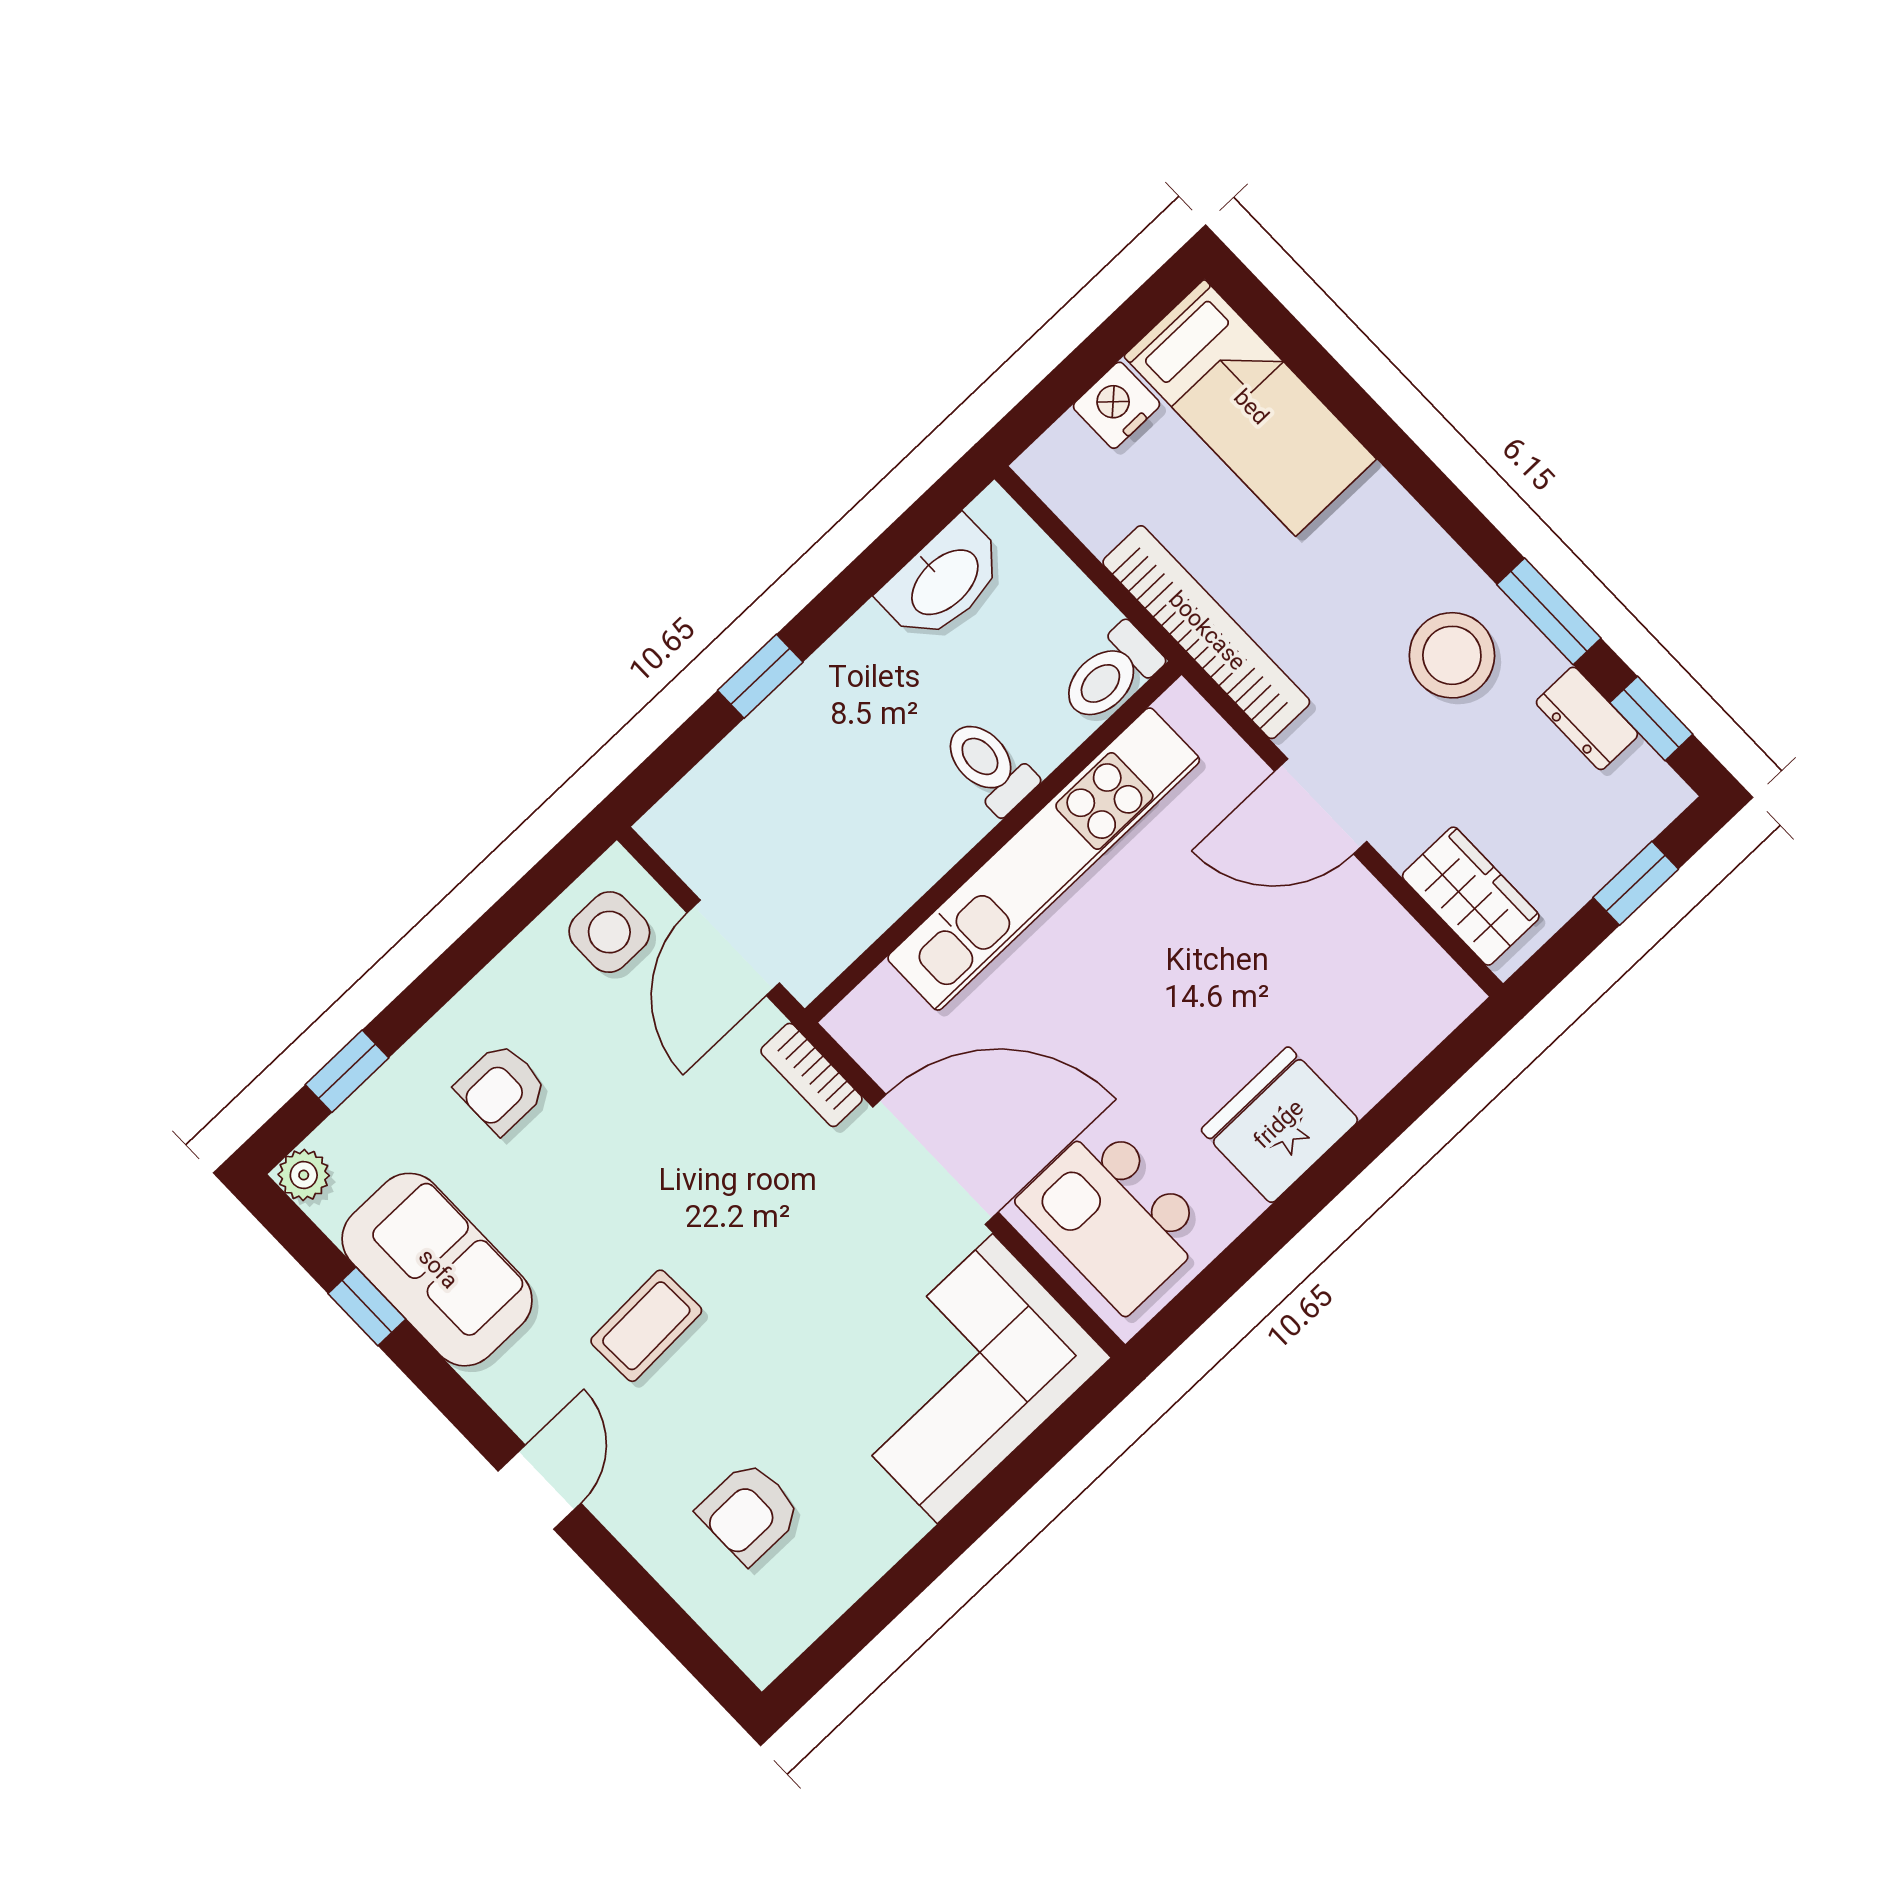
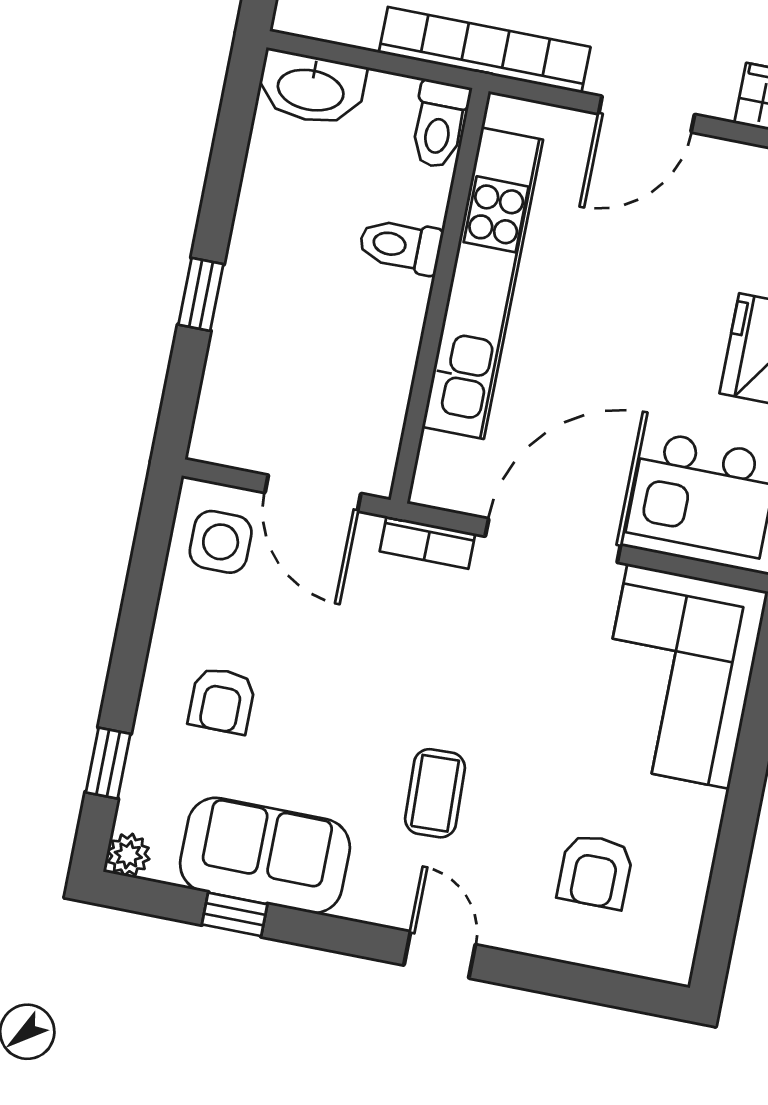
washbasin: (943, 581) -> (311, 88), moved, turned 90

